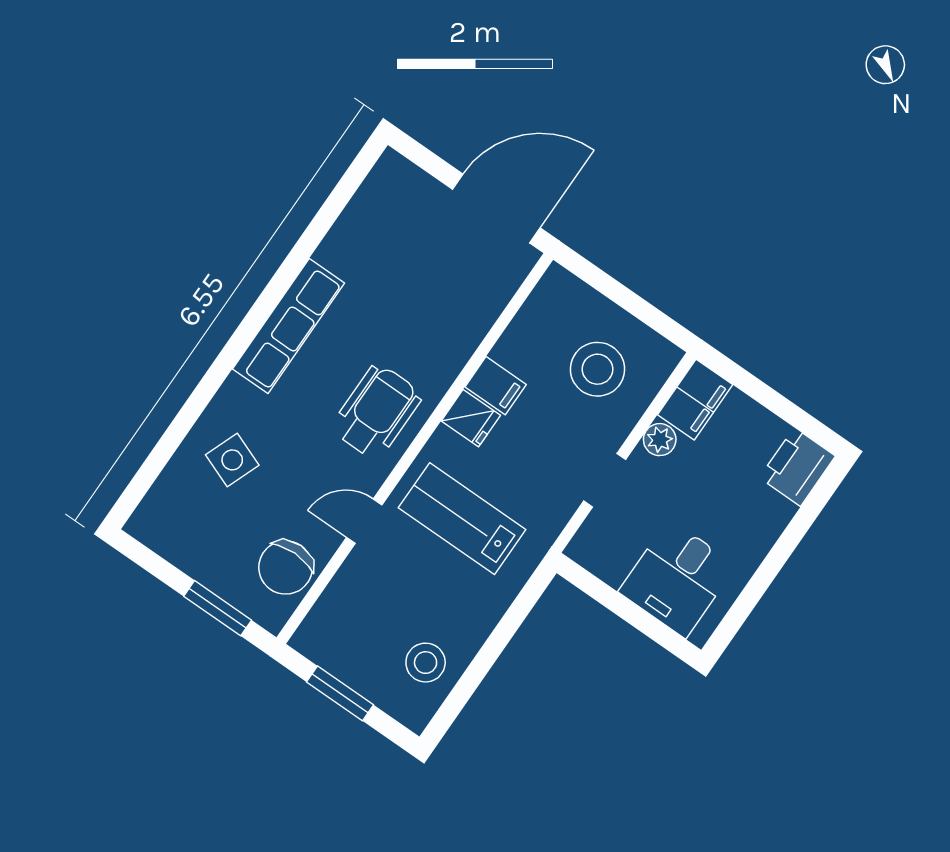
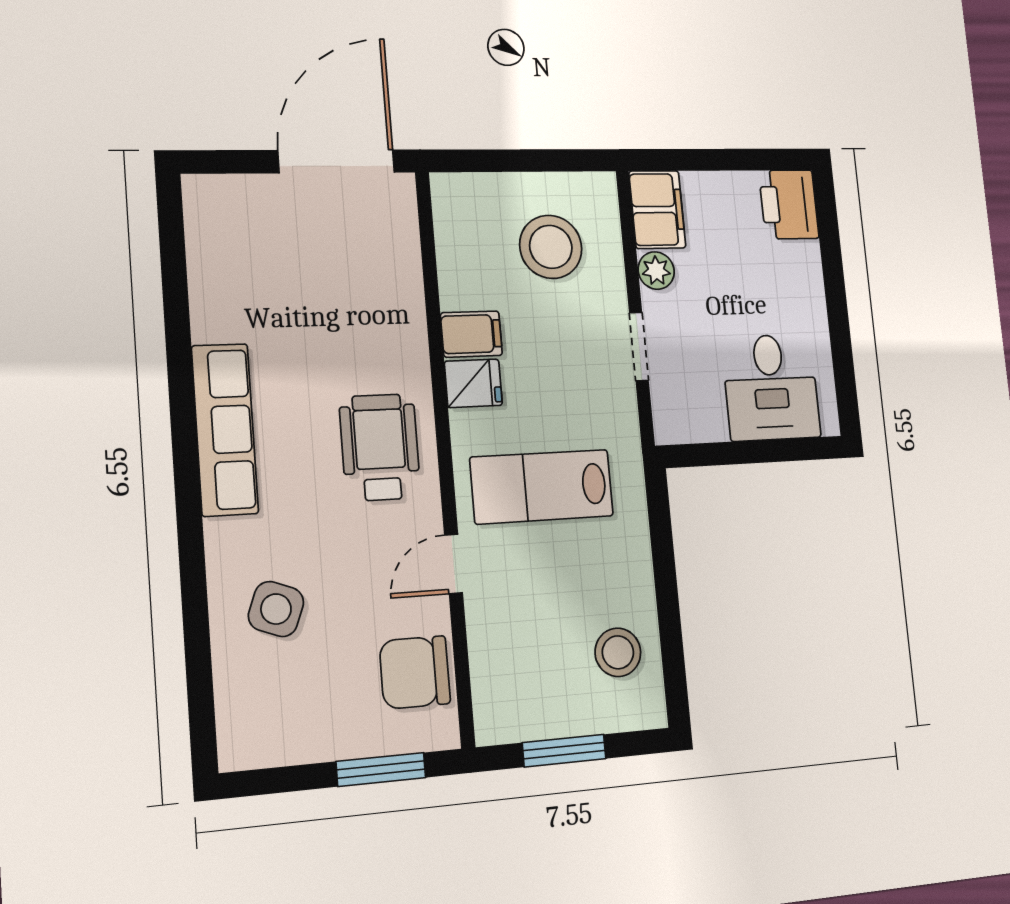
chair: (286, 567) -> (415, 672), turned 90

